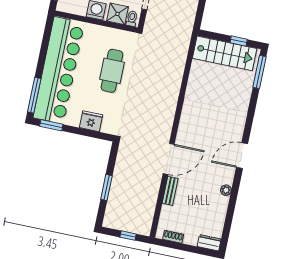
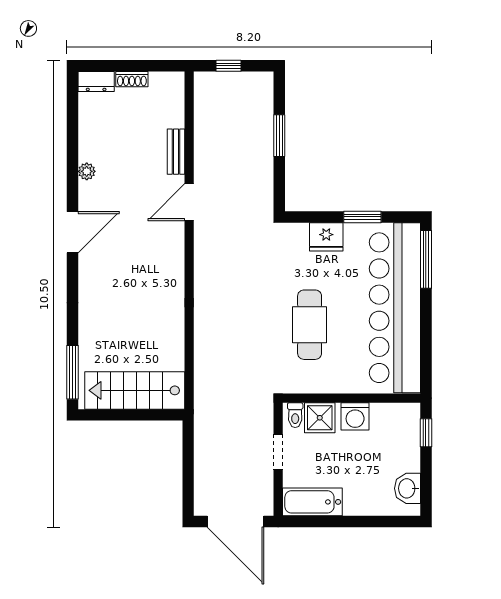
window: (239, 41) -> (116, 415), removed
window: (51, 125) -> (362, 217), moved
door: (169, 159) -> (189, 202), width x0.73
shoe rack: (173, 237) -> (132, 79), moved

